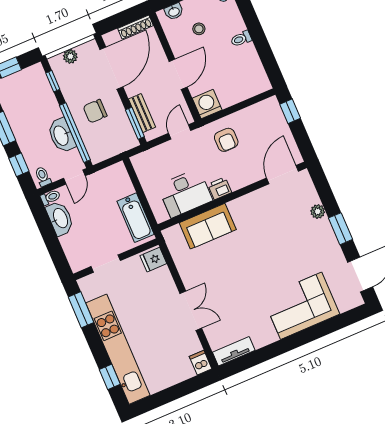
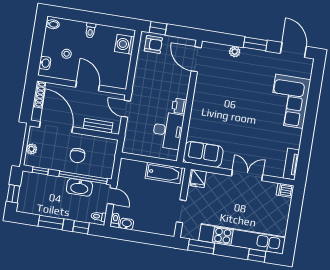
washing machine: (207, 104) -> (125, 44), moved
window: (135, 123) -> (102, 134), removed
armchair: (226, 140) -> (153, 44), moved
washbasin: (60, 218) -> (127, 224), width x0.52, depth x0.69
sofa: (208, 226) -> (203, 154), moved, turned -90

